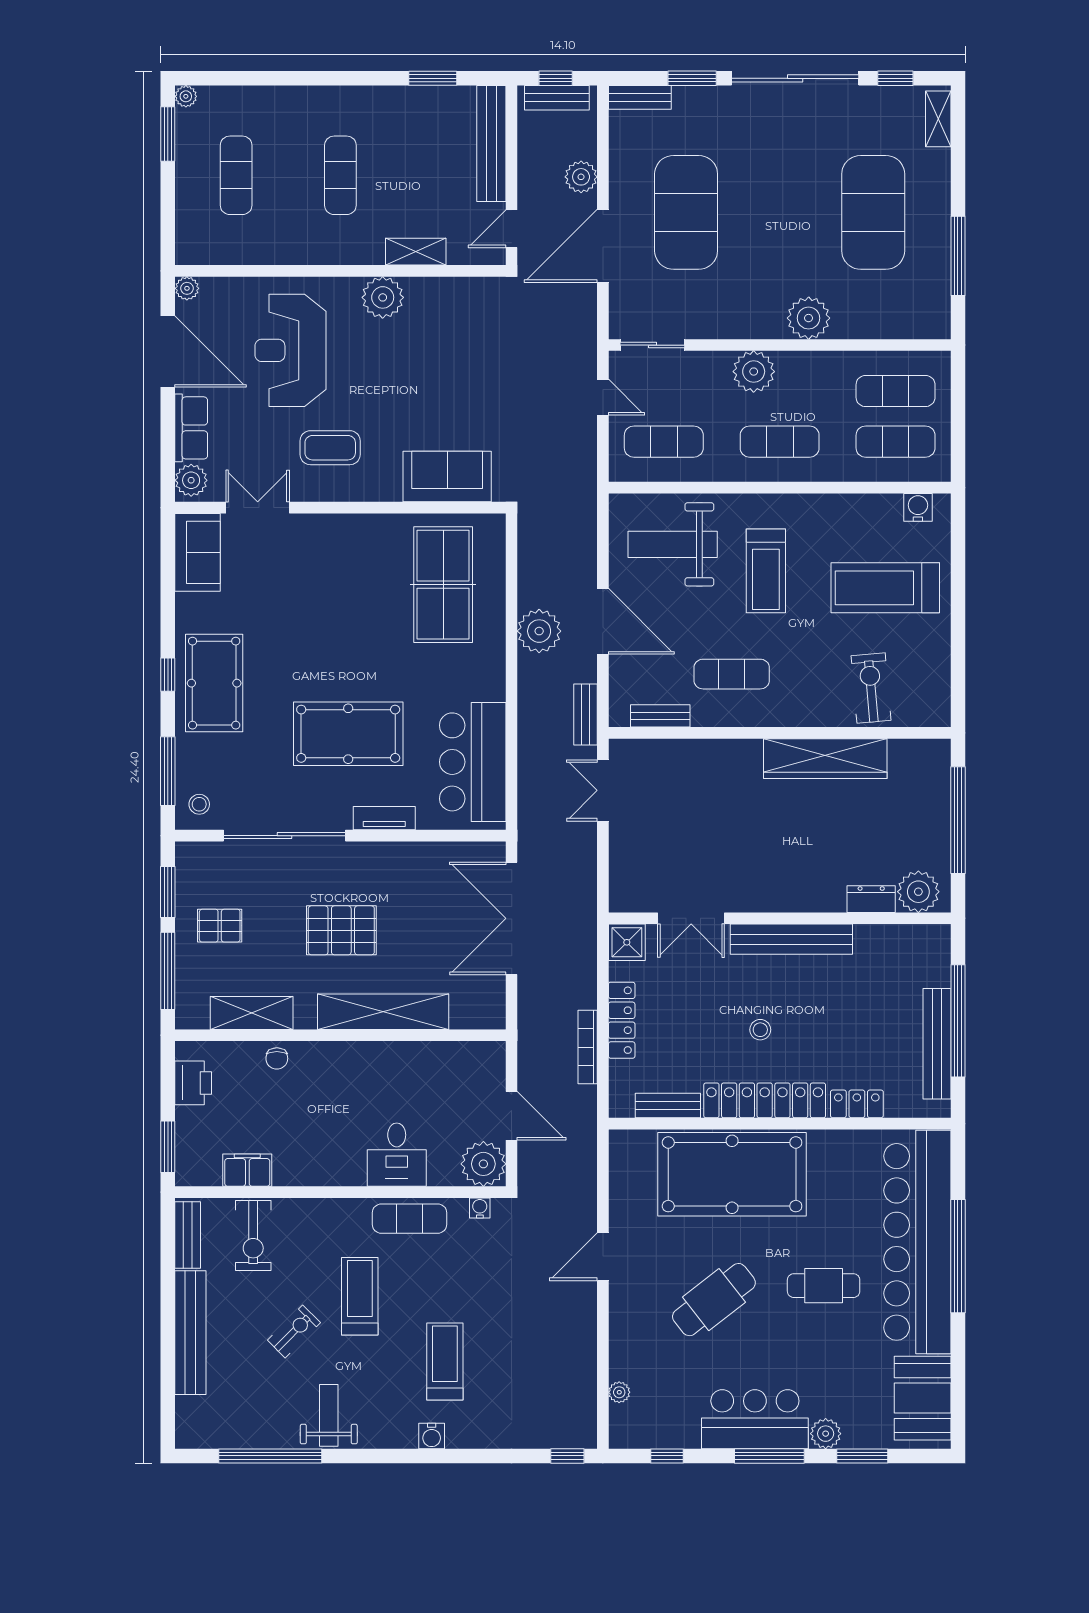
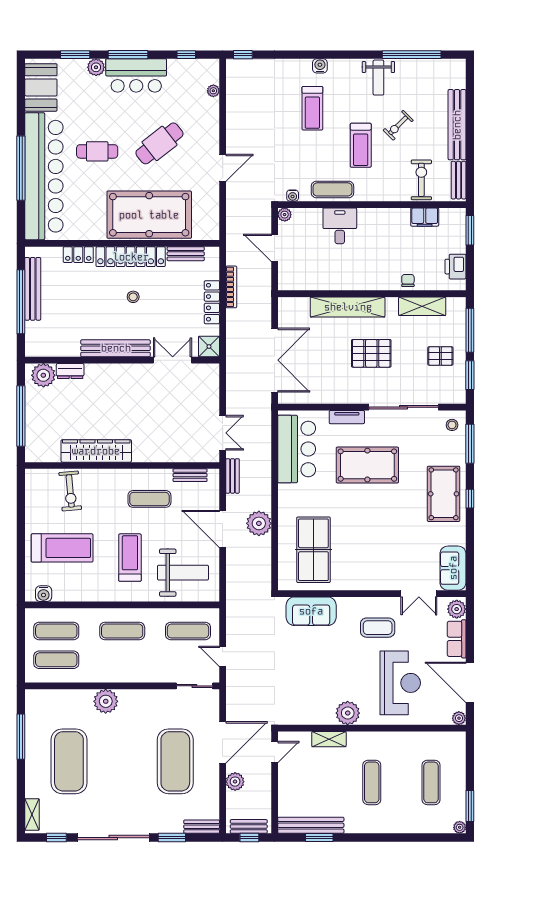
bench: (491, 144) -> (311, 825), moved, turned 90
plant: (754, 372) -> (137, 671), removed
plant: (483, 1164) -> (285, 215), width x0.53, depth x0.53

